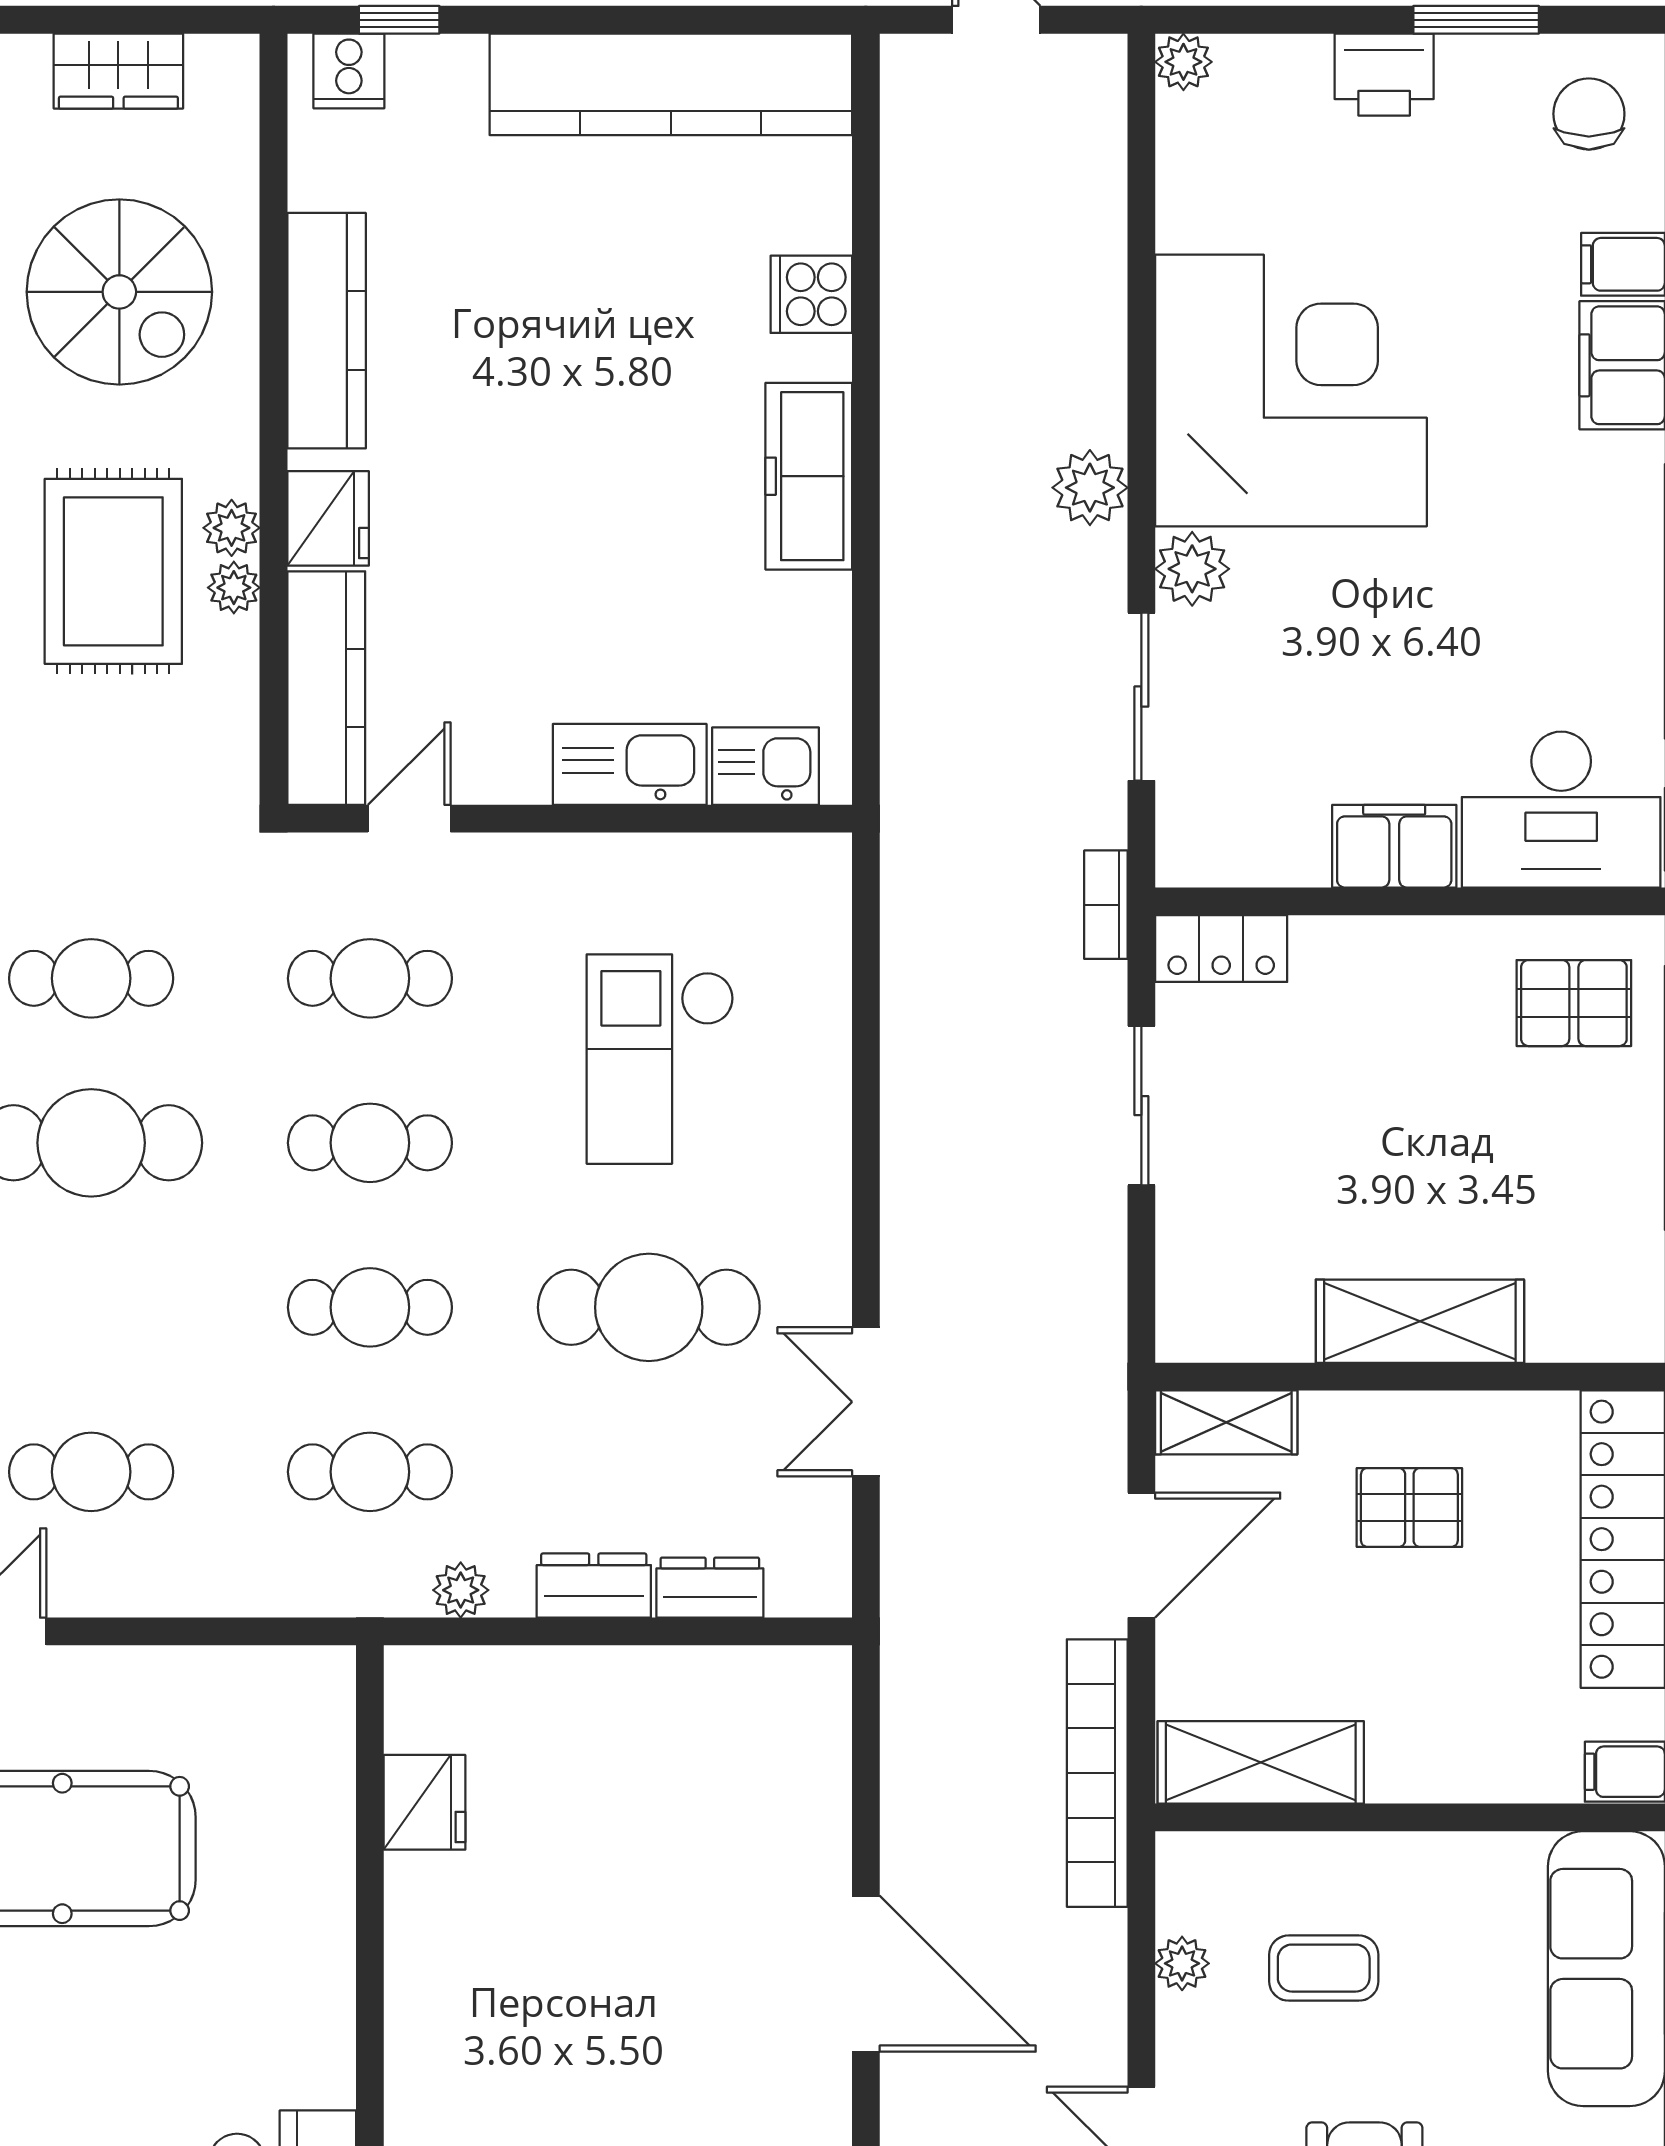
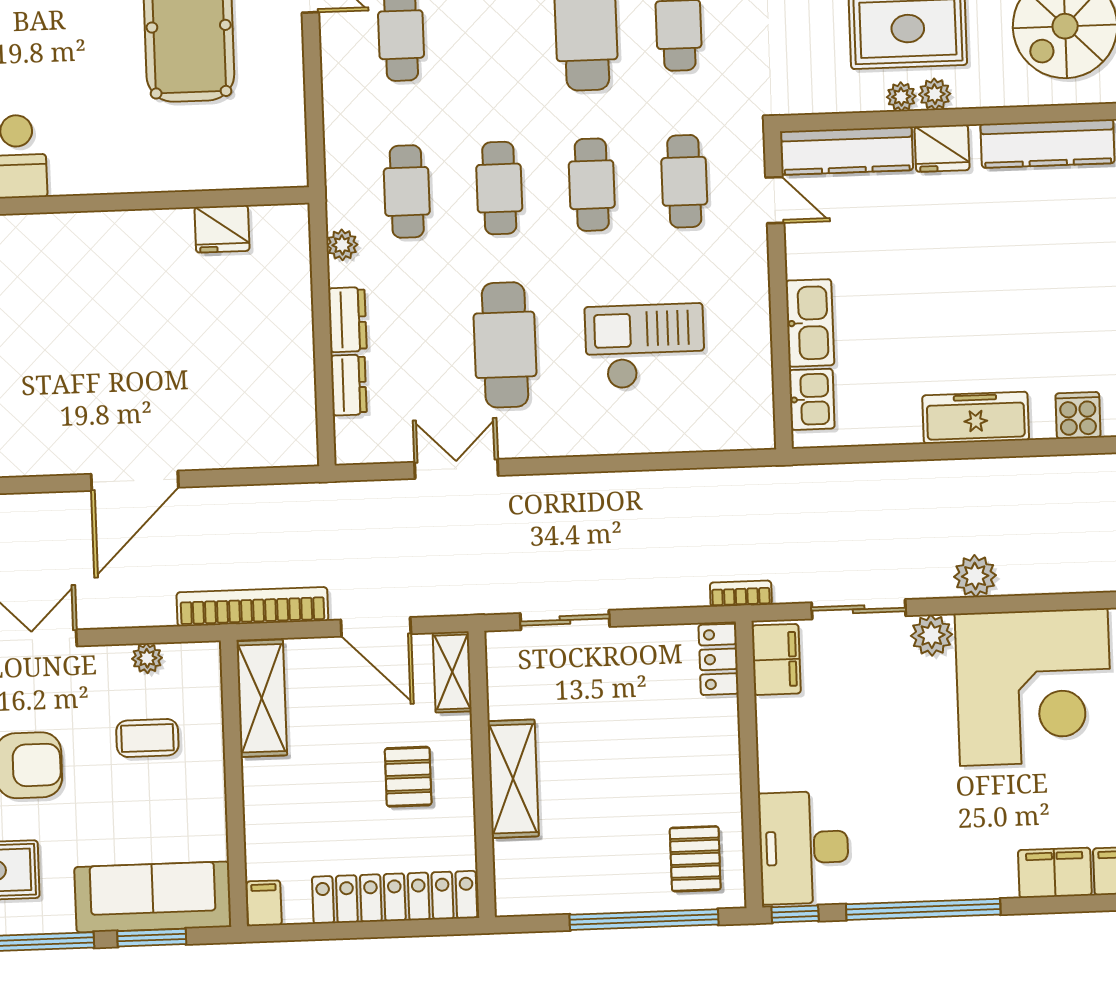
filing cabinet: (1394, 846) -> (776, 659), moved
sliding door: (1141, 1106) -> (565, 620), moved
coffee table: (1324, 1968) -> (147, 738), turned 90

